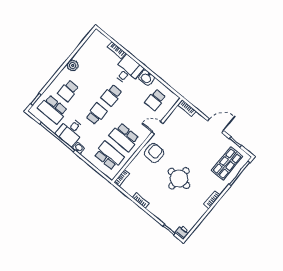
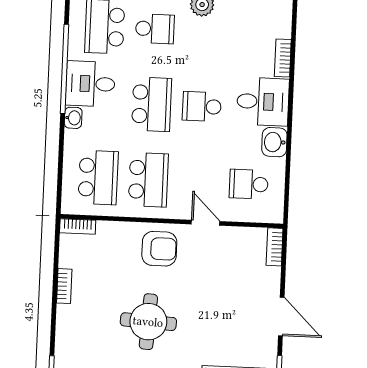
school desk: (68, 91) -> (155, 29), turned 180
school desk: (96, 114) -> (152, 104), width x1.85
school desk: (124, 137) -> (148, 180), turned 180

